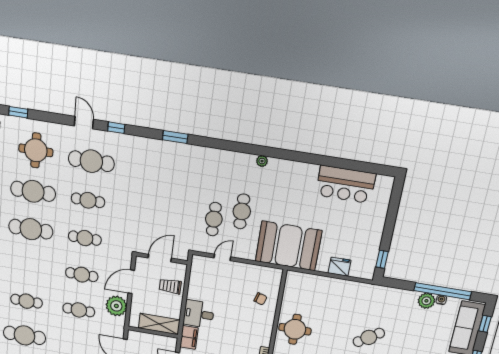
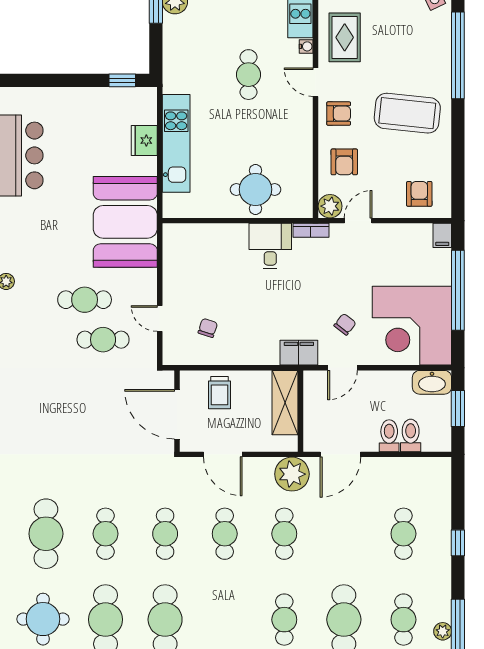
door: (160, 258) -> (177, 414), width x1.36
kitchen unit: (334, 286) -> (176, 143), added
chair: (260, 299) -> (208, 328), moved
plant: (116, 306) -> (292, 474), moved
desk: (199, 314) -> (270, 246), moved, turned 180
cafe table: (369, 337) -> (248, 75), turned 34

